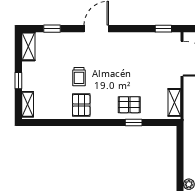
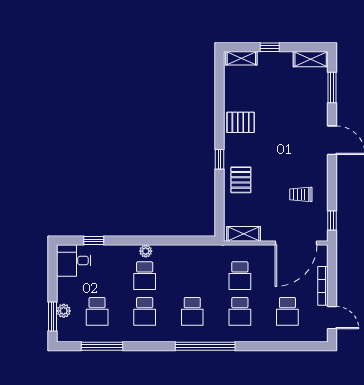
window: (52, 29) -> (332, 87), width x1.50
trolley: (79, 77) -> (301, 194), moved
window: (134, 123) -> (220, 159), moved

